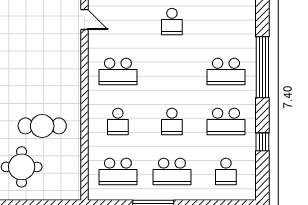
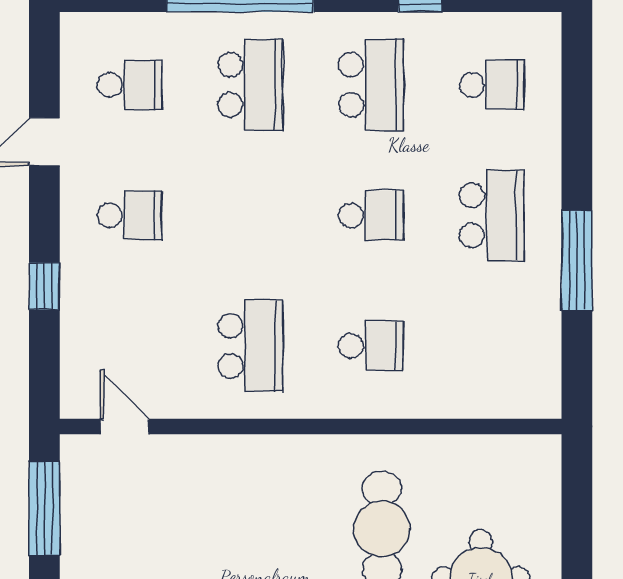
door: (85, 20) -> (125, 426), hinge flipped
school desk: (118, 171) -> (130, 85), moved, width x0.54

